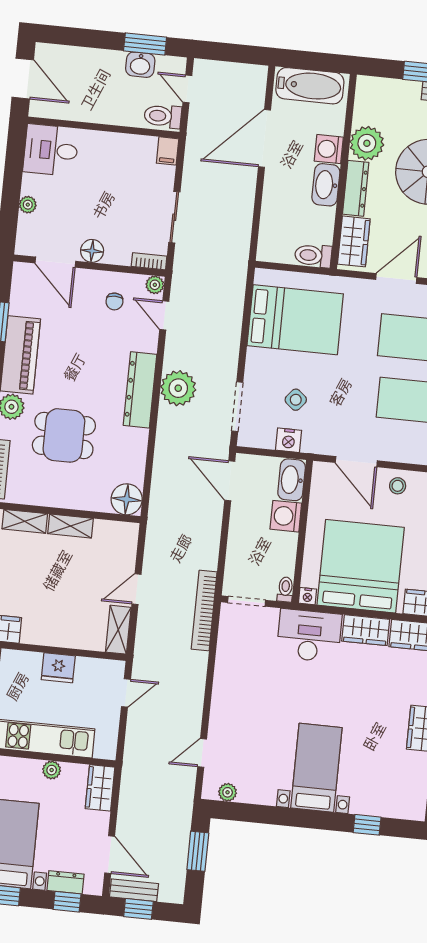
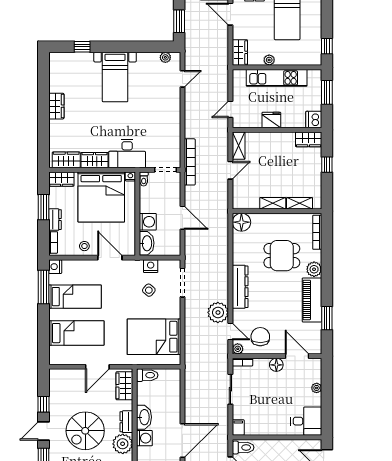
dresser: (356, 188) -> (126, 422), width x0.70
chair: (114, 301) -> (260, 337), width x1.87, depth x1.87
plant: (178, 388) -> (218, 312), moved
door: (230, 481) -> (182, 218), moved

